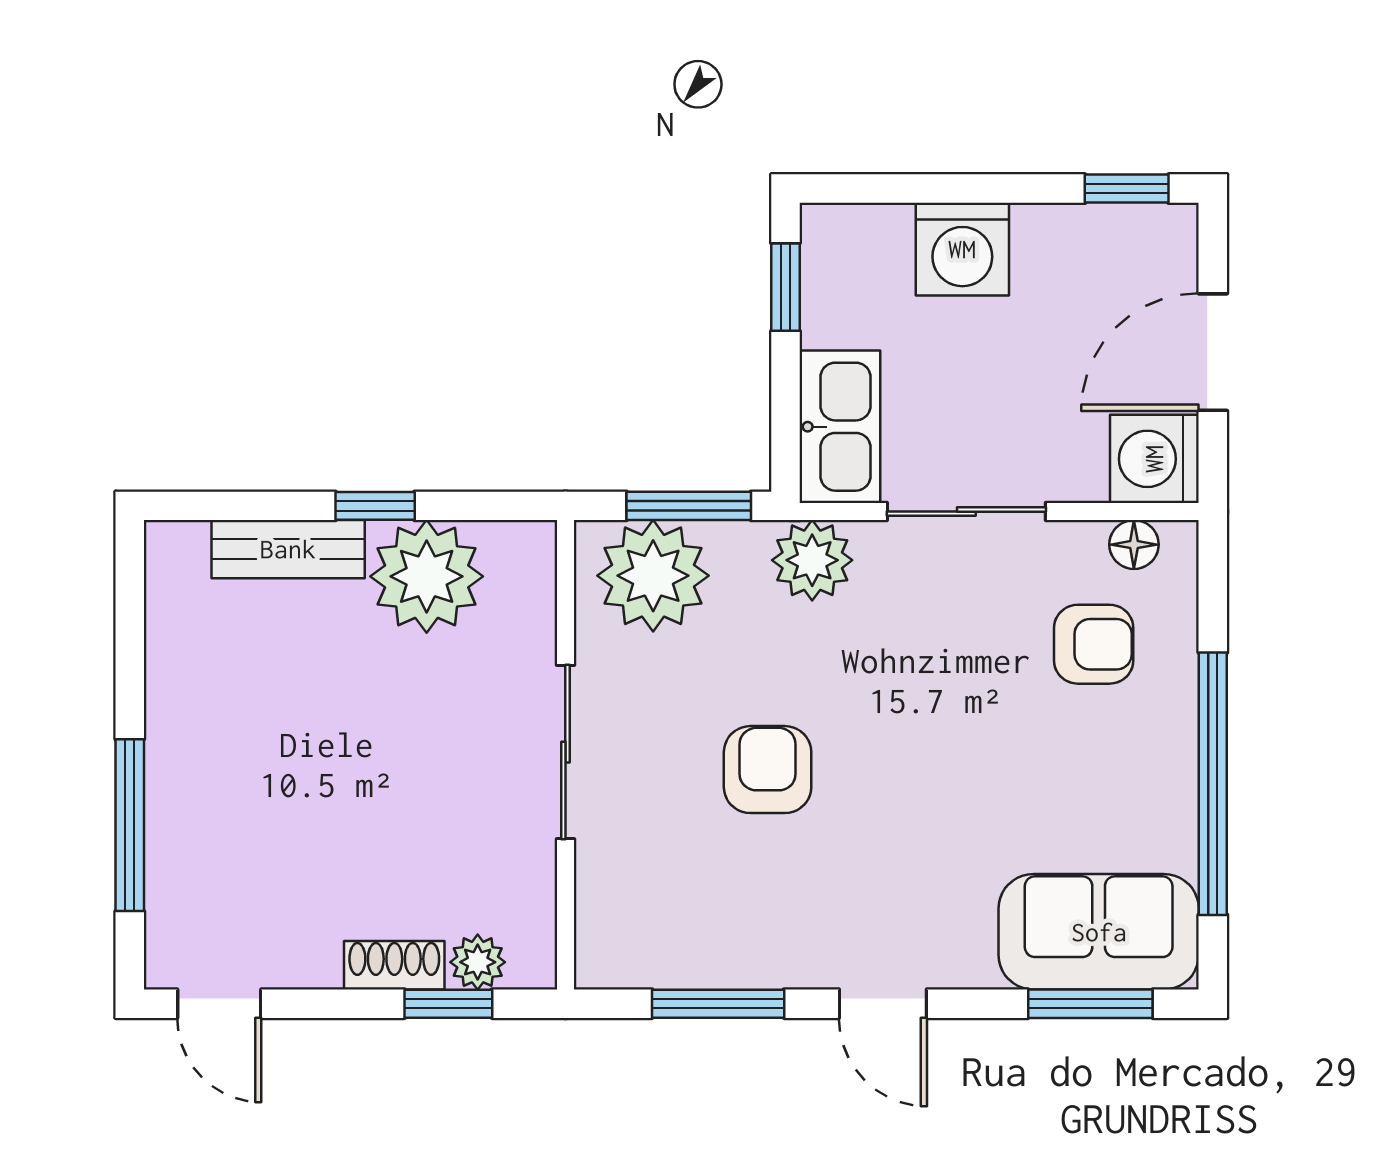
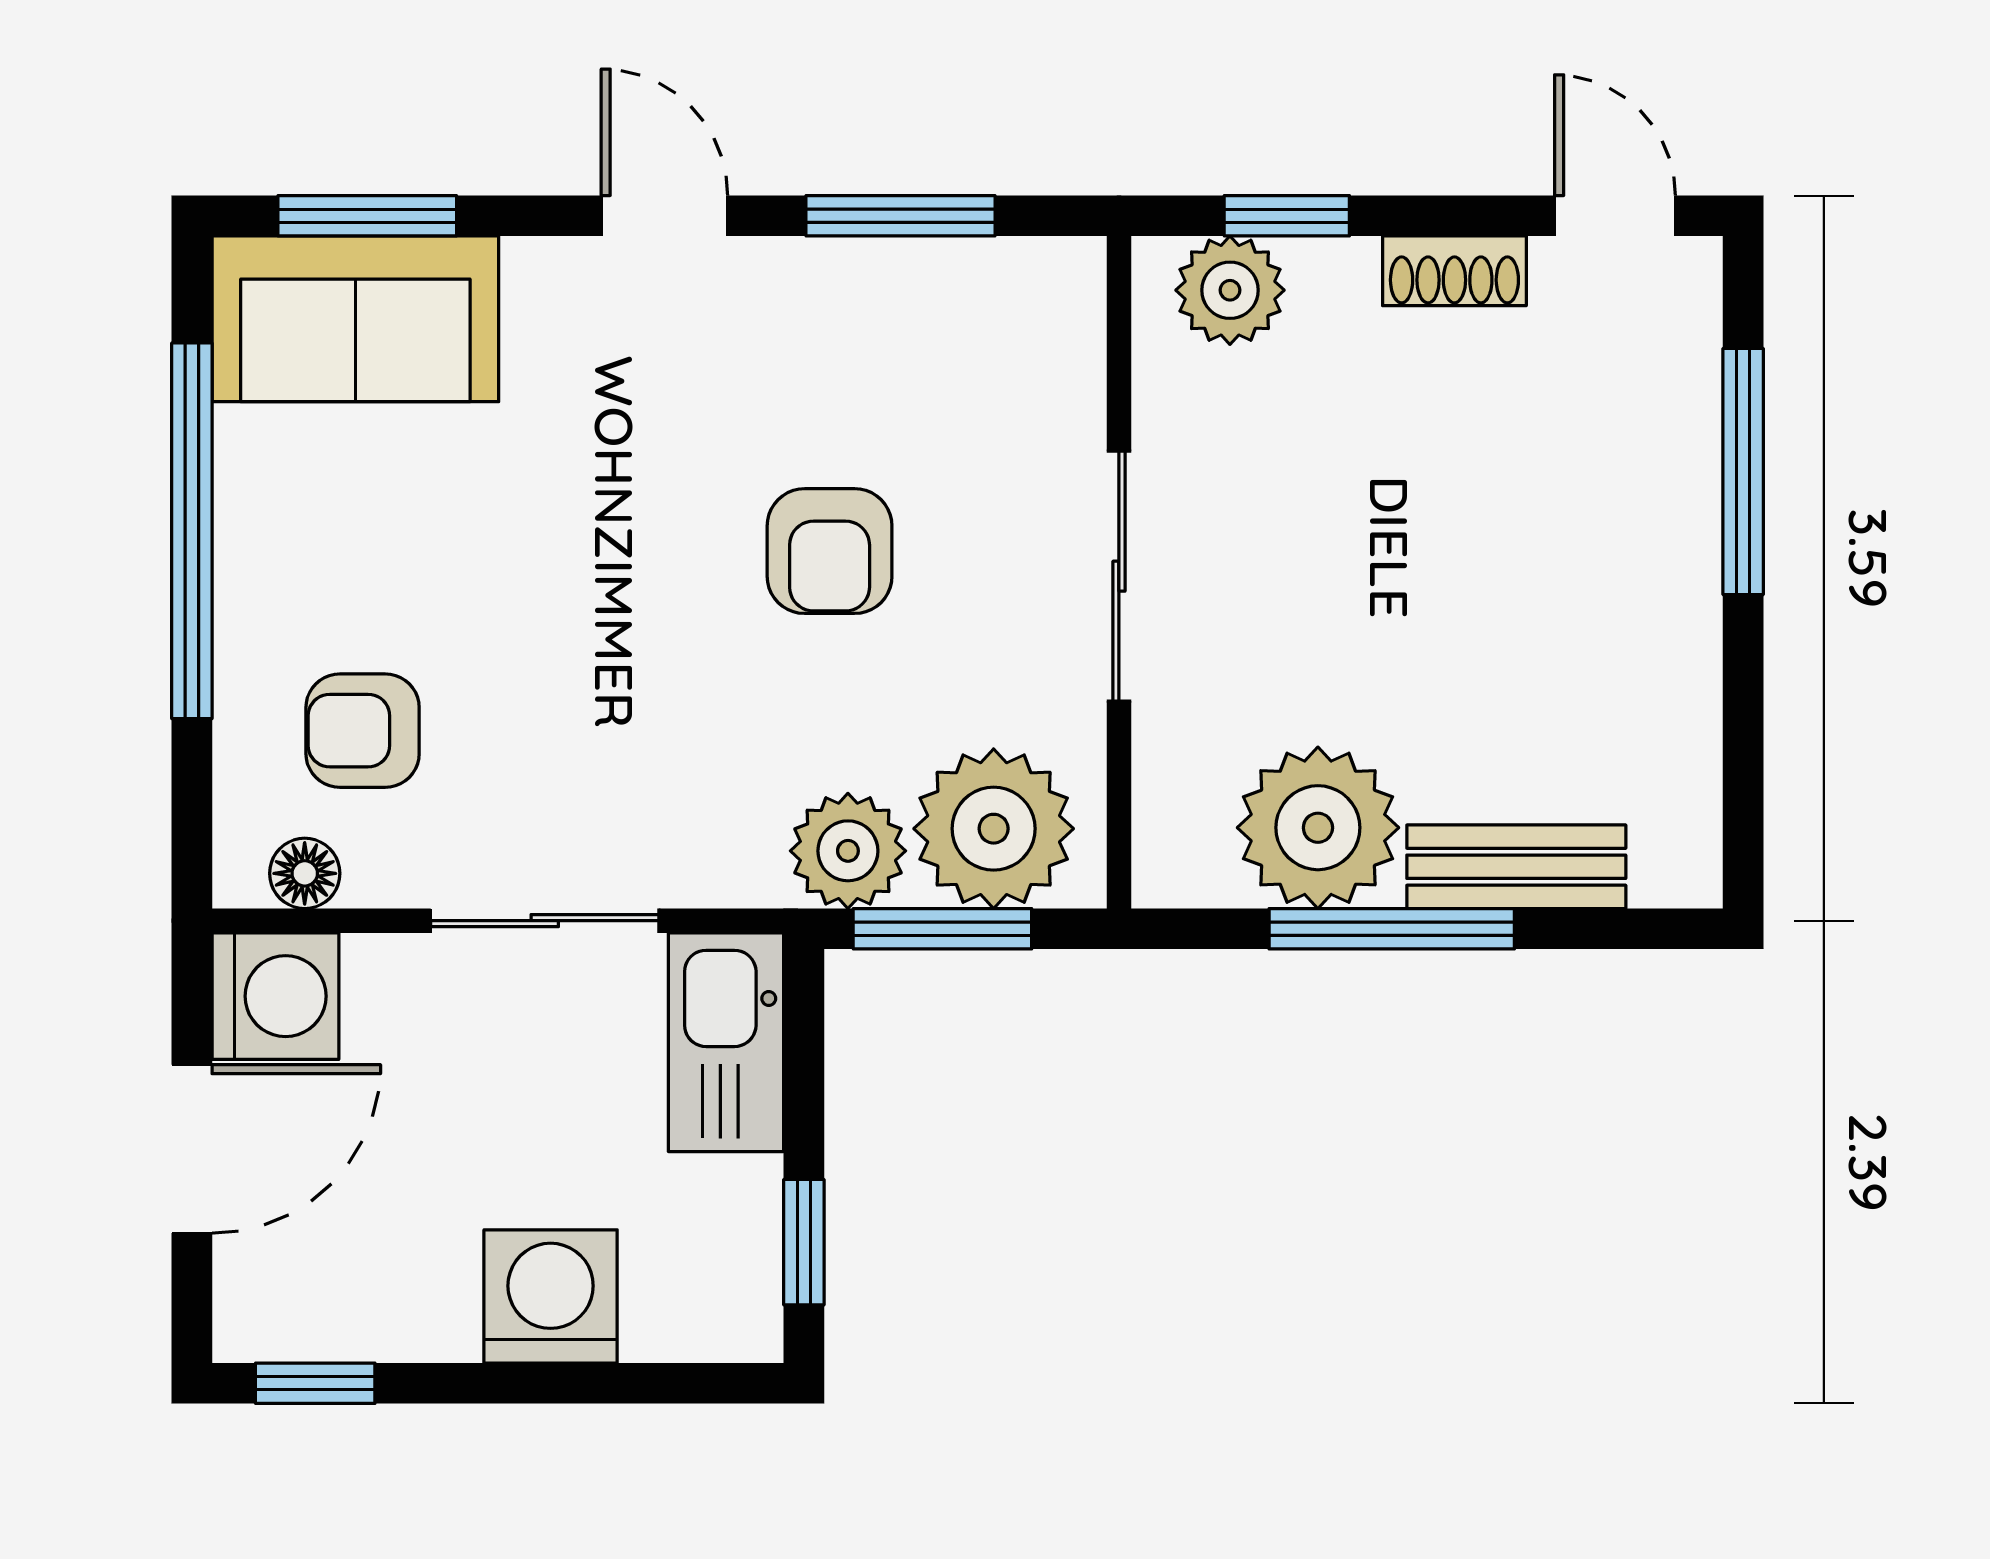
window: (375, 506) -> (1392, 929), width x2.17
plant: (812, 560) -> (848, 851), moved
plant: (478, 962) -> (1230, 290), width x1.38, depth x1.38
shoe rack: (394, 965) -> (1454, 271), moved

